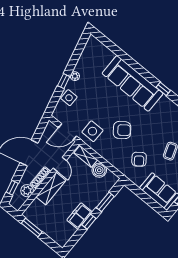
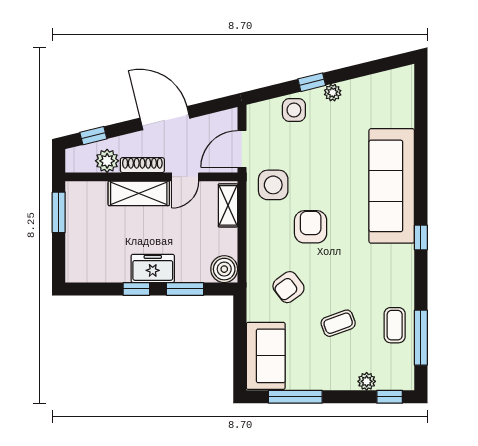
armchair: (122, 130) -> (311, 227), turned -143
door: (67, 132) -> (242, 149), hinge flipped
boiler: (99, 170) -> (224, 269), moved
freezer: (80, 216) -> (153, 268), moved

